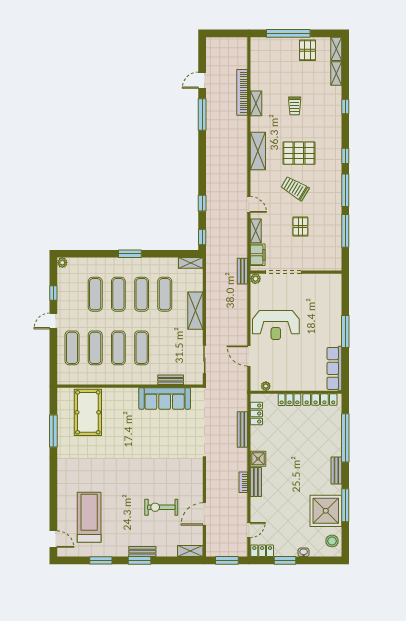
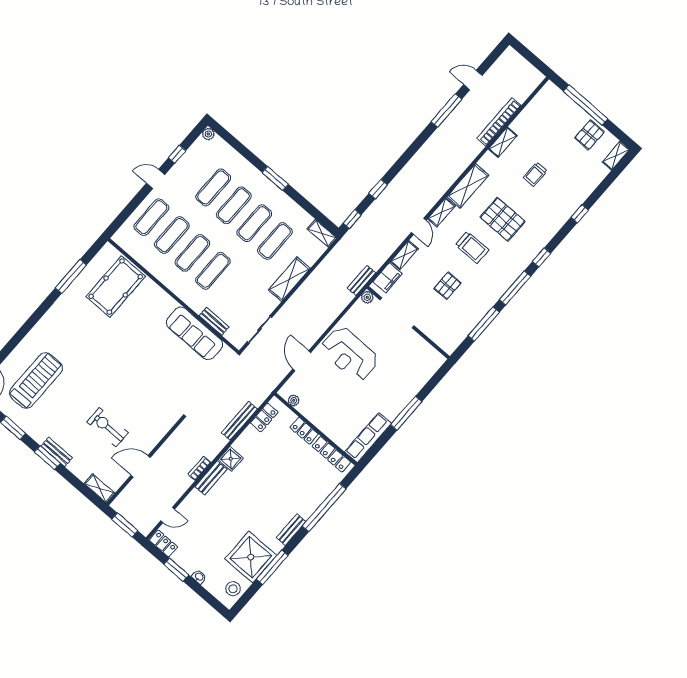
shelving: (336, 73) -> (441, 212), moved
trolley: (295, 188) -> (472, 247), turned 149

